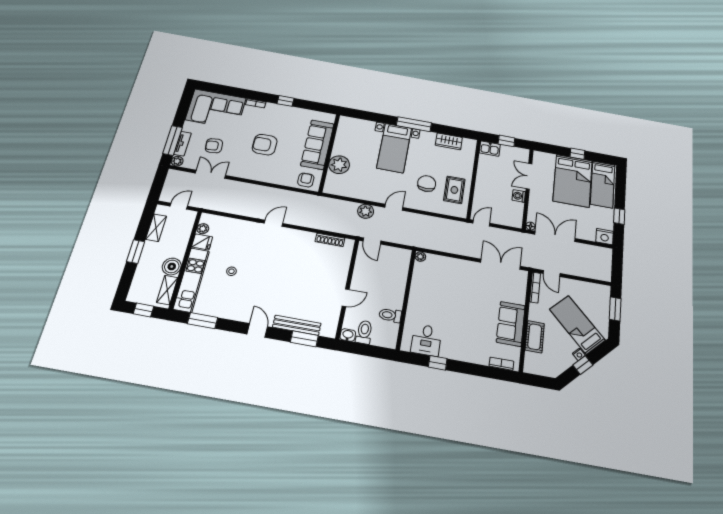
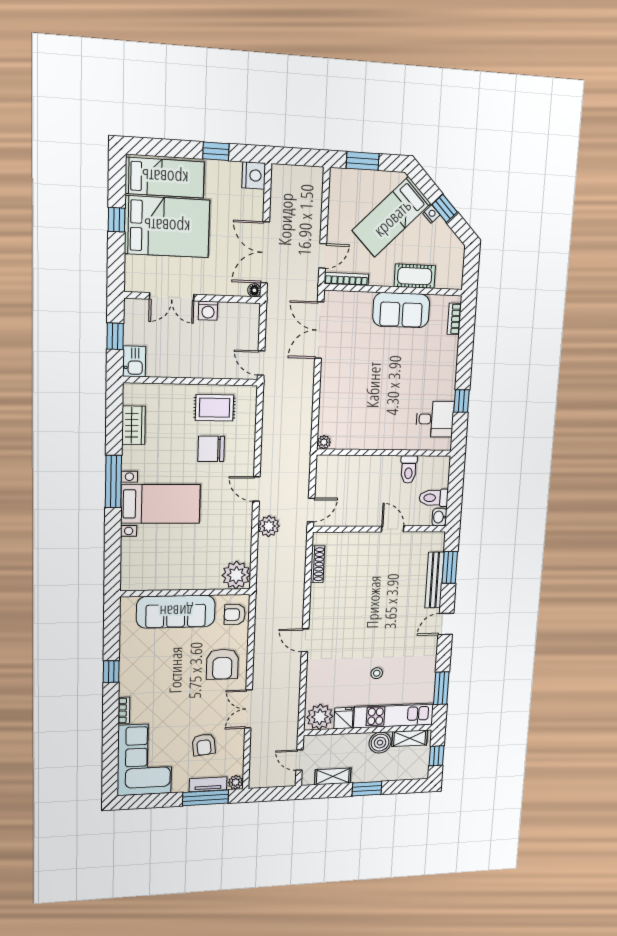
armchair: (265, 145) -> (222, 664), moved
plant: (339, 165) -> (236, 575), moved
double door: (210, 174) -> (248, 709), moved
plant: (203, 229) -> (320, 717), width x1.88, depth x1.88

